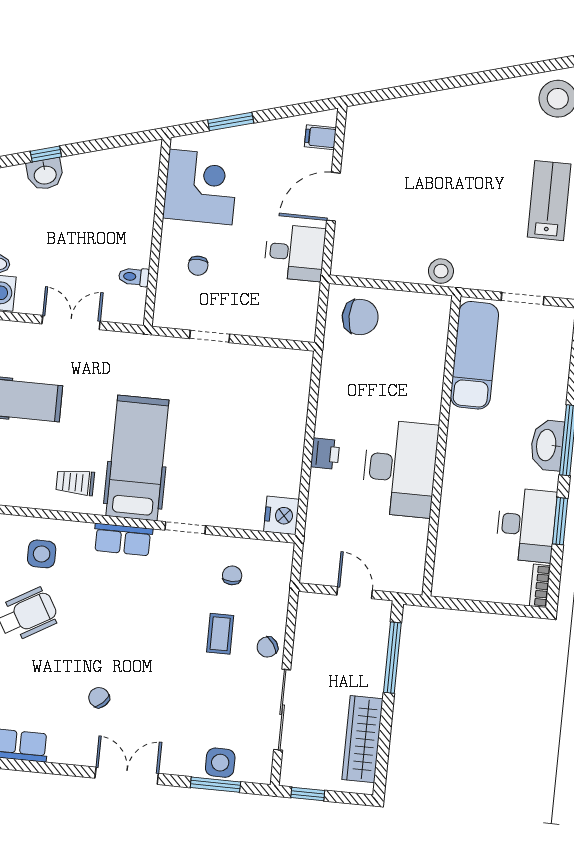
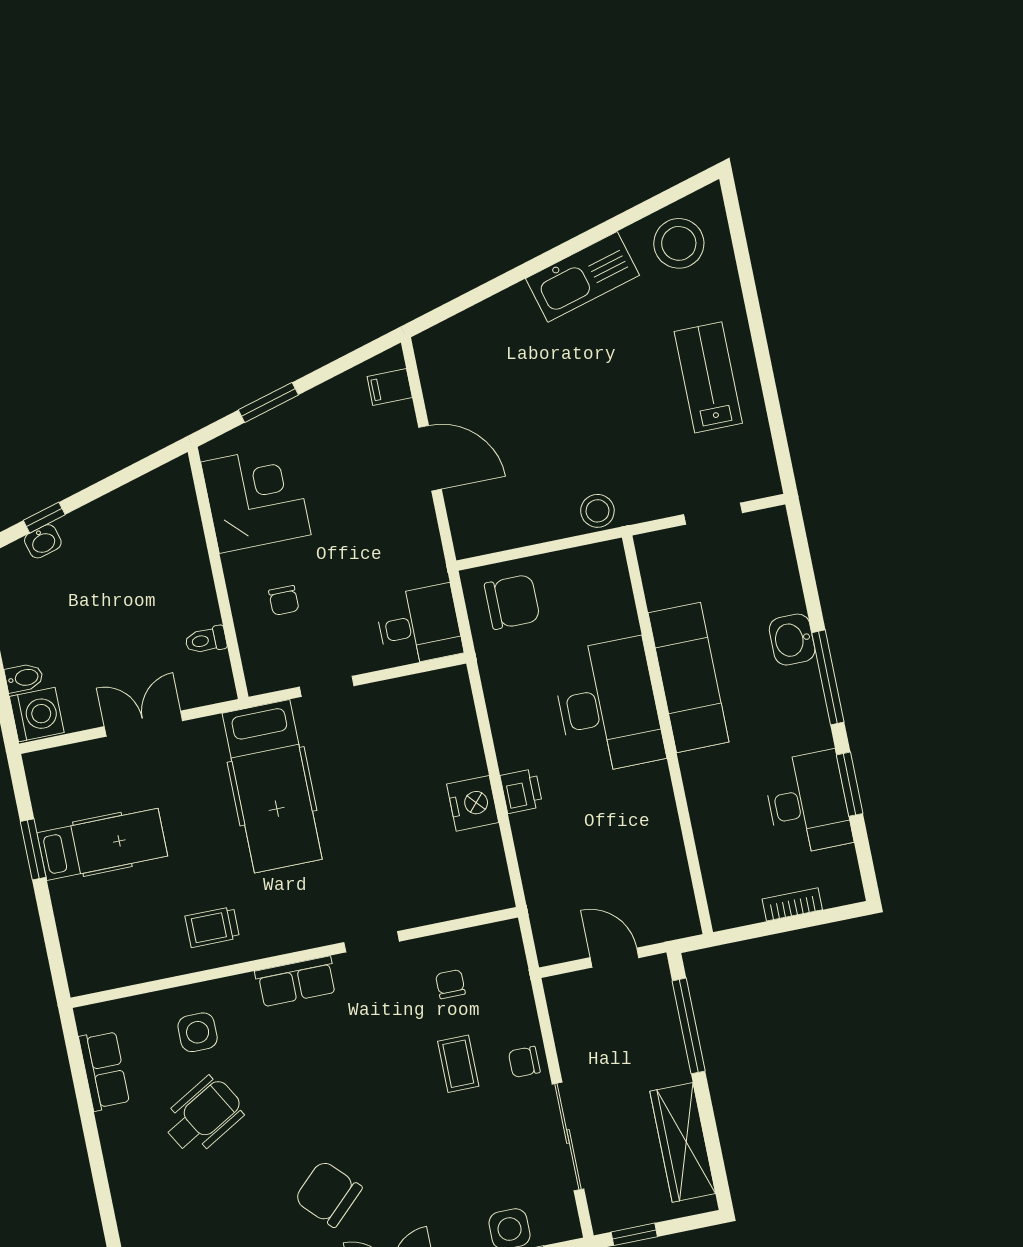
kitchen sink: (482, 101) -> (582, 277), added
washbasin: (45, 174) -> (43, 541), width x0.72, depth x0.69
door: (333, 197) -> (430, 458), swing flipped
desk: (295, 253) -> (419, 625), moved
exam couch: (474, 355) -> (689, 677), moved
washbasin: (547, 445) -> (792, 640), moved, width x0.72
hospital bed: (137, 458) -> (272, 786), moved, turned 180
desk: (400, 468) -> (608, 706), moved
nightstand: (281, 515) -> (473, 803), moved
bookcase: (540, 586) -> (792, 904), moved, turned 90
chair: (267, 647) -> (524, 1062), turned 35
chair: (99, 698) -> (328, 1194), width x1.87, depth x1.87

